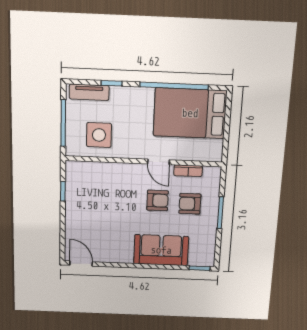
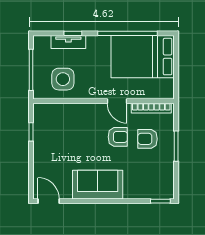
tv unit: (89, 92) -> (68, 42), moved
bookcase: (188, 171) -> (151, 108), width x1.56
sofa: (161, 250) -> (98, 185), moved

